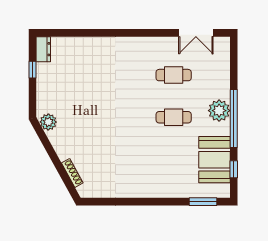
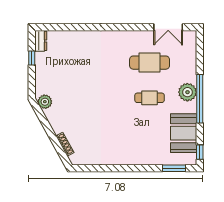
cafe table: (174, 75) -> (150, 63), width x1.37, depth x1.35
window: (234, 169) -> (200, 152), moved

